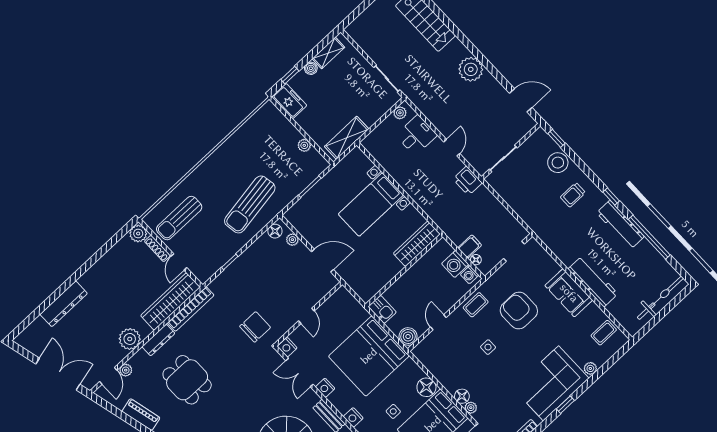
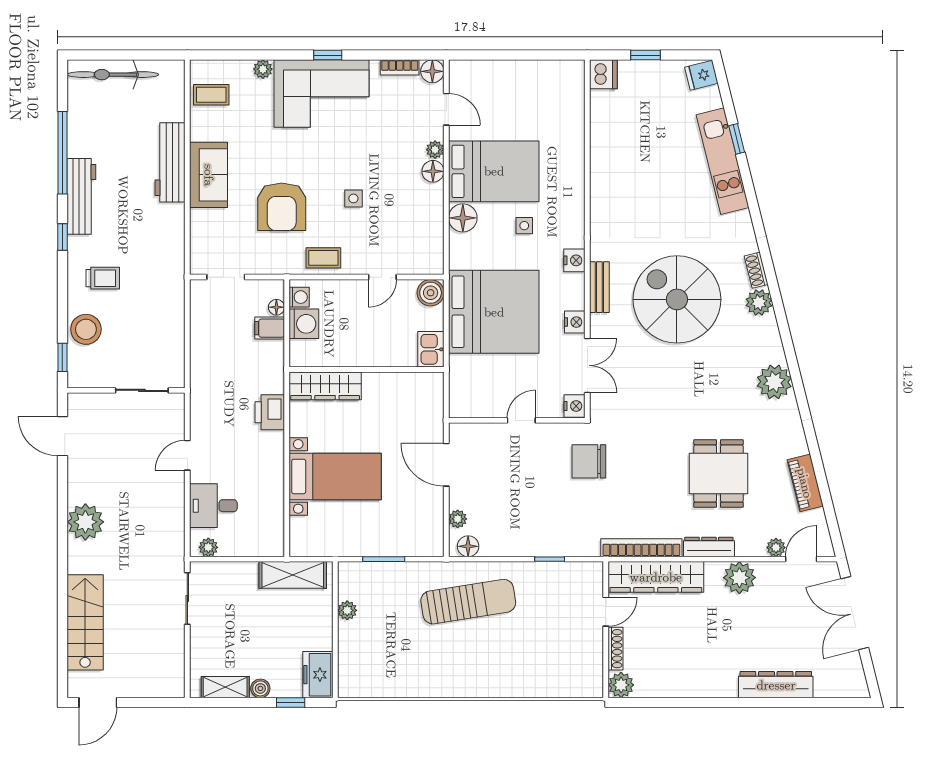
printer: (468, 181) -> (270, 412), moved, turned 180
sun lounger: (179, 218) -> (560, 660), removed

